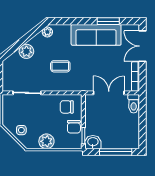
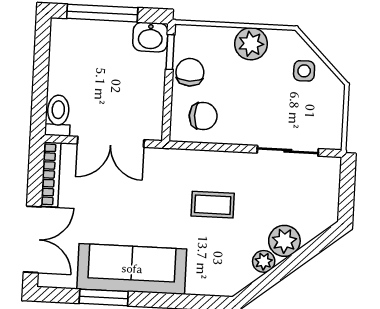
plant: (47, 32) -> (264, 261), moved

